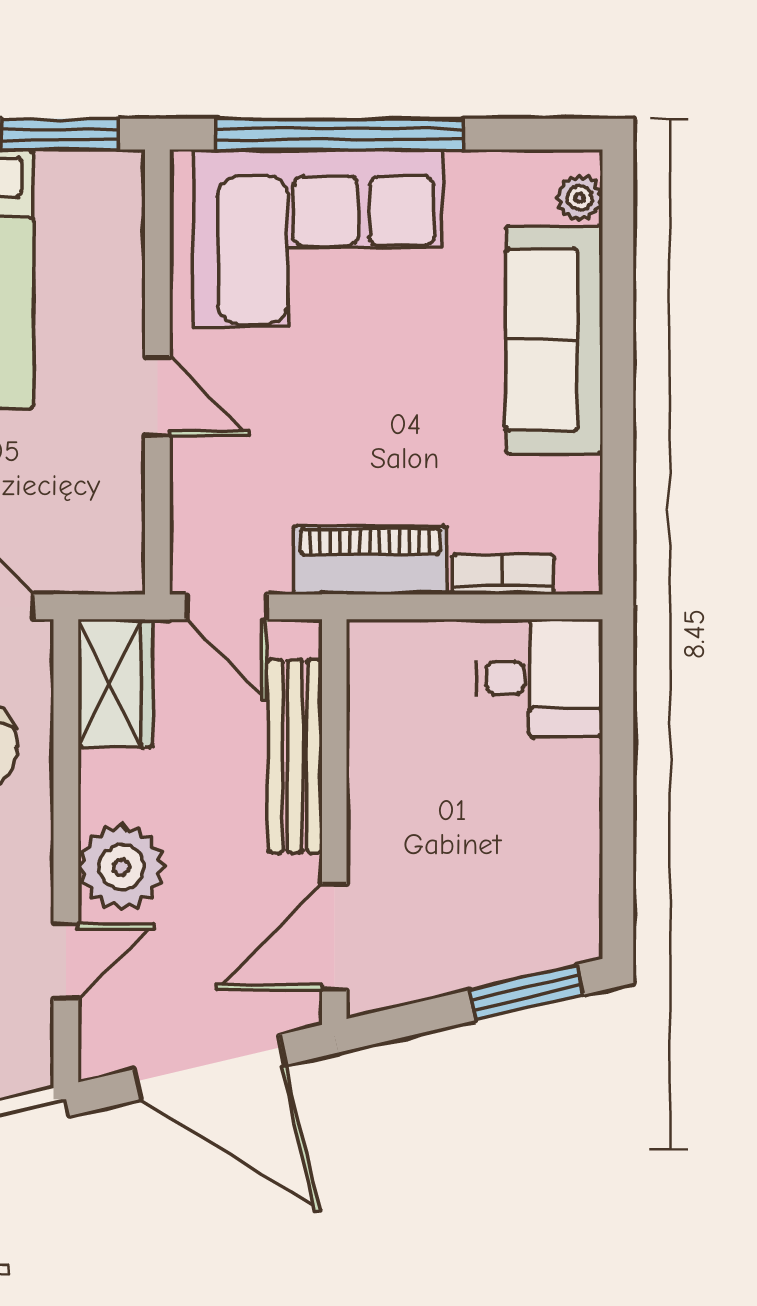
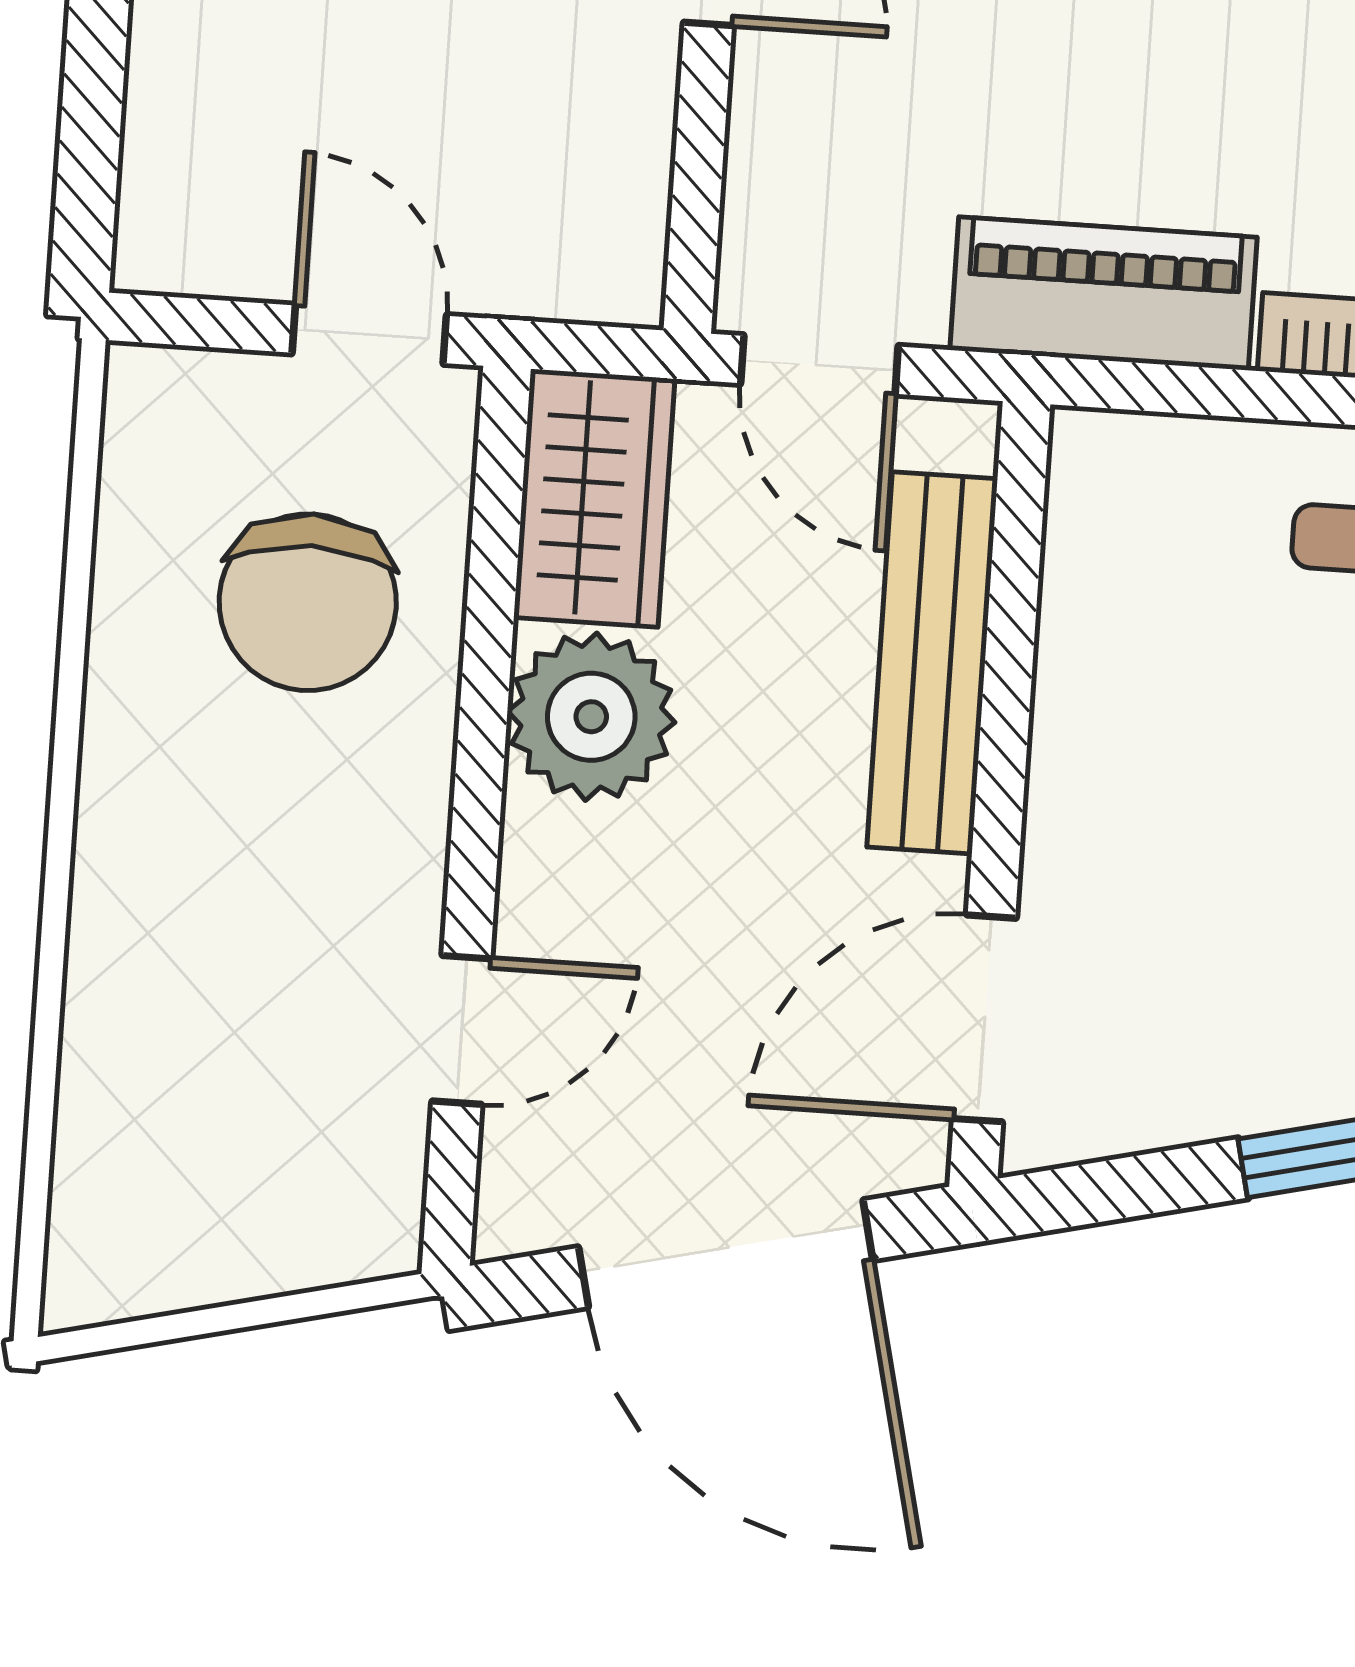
plant: (121, 867) -> (591, 717), moved

